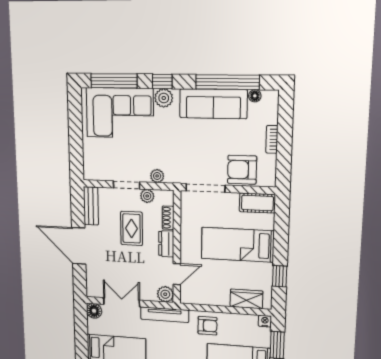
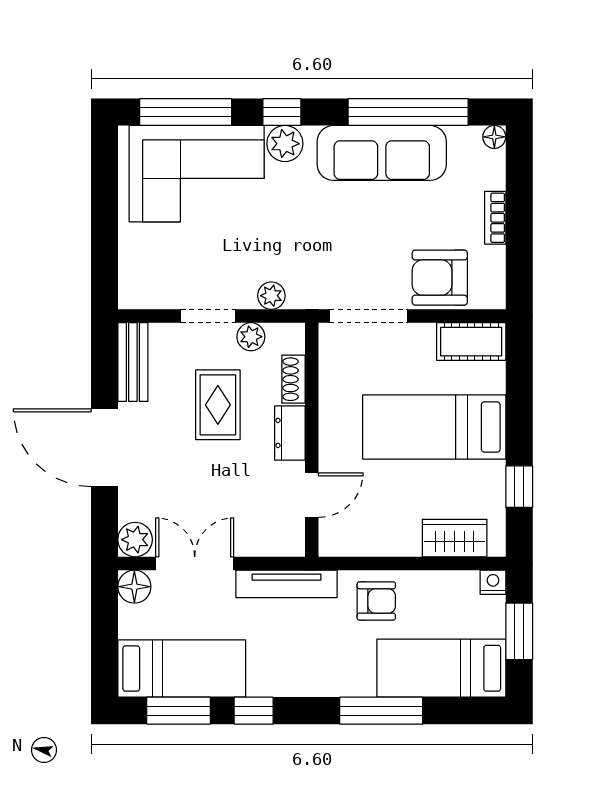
floor lamp: (255, 96) -> (494, 137), moved
plant: (165, 294) -> (135, 540), moved

